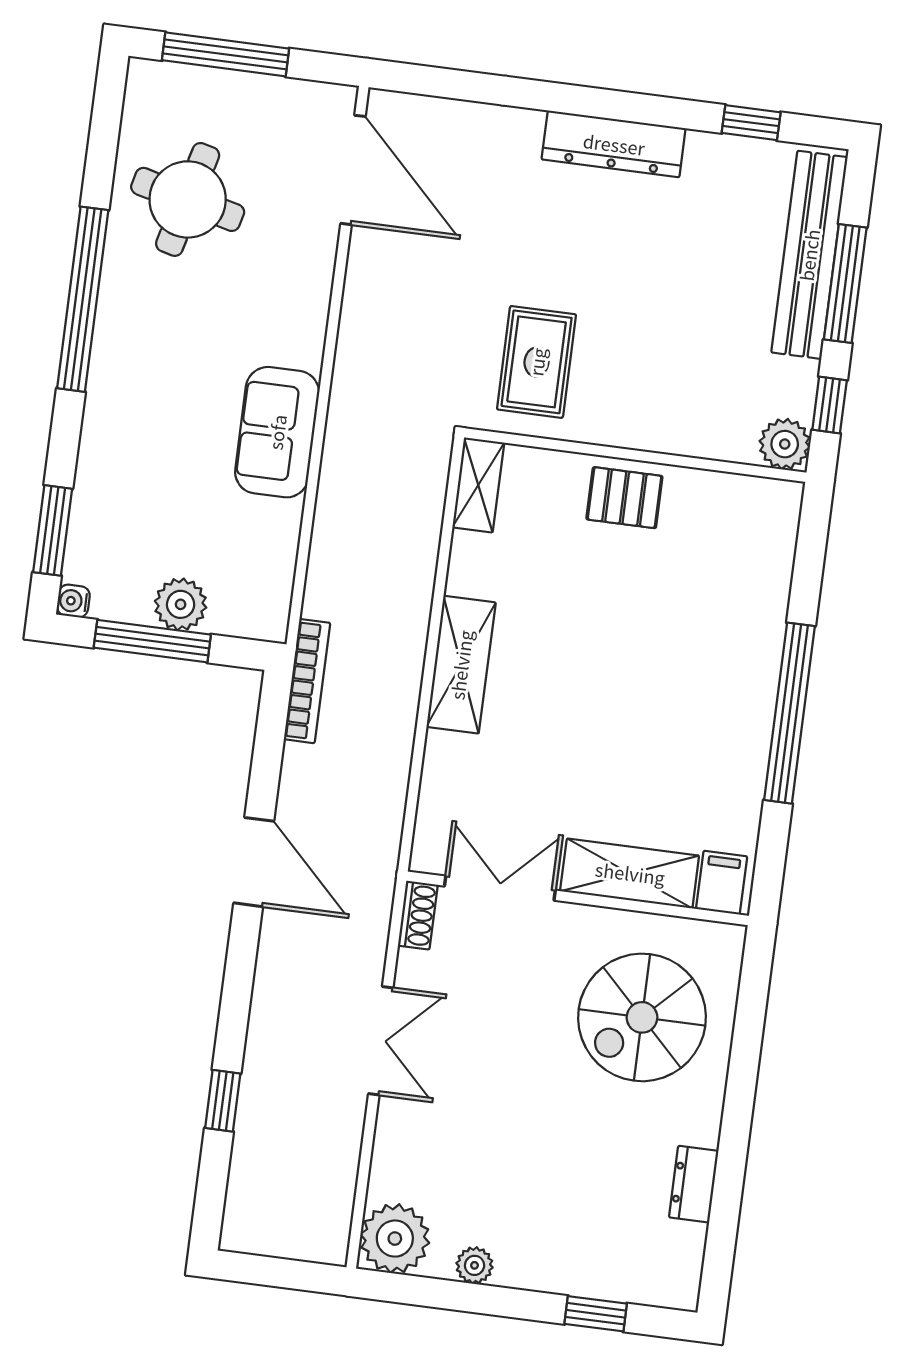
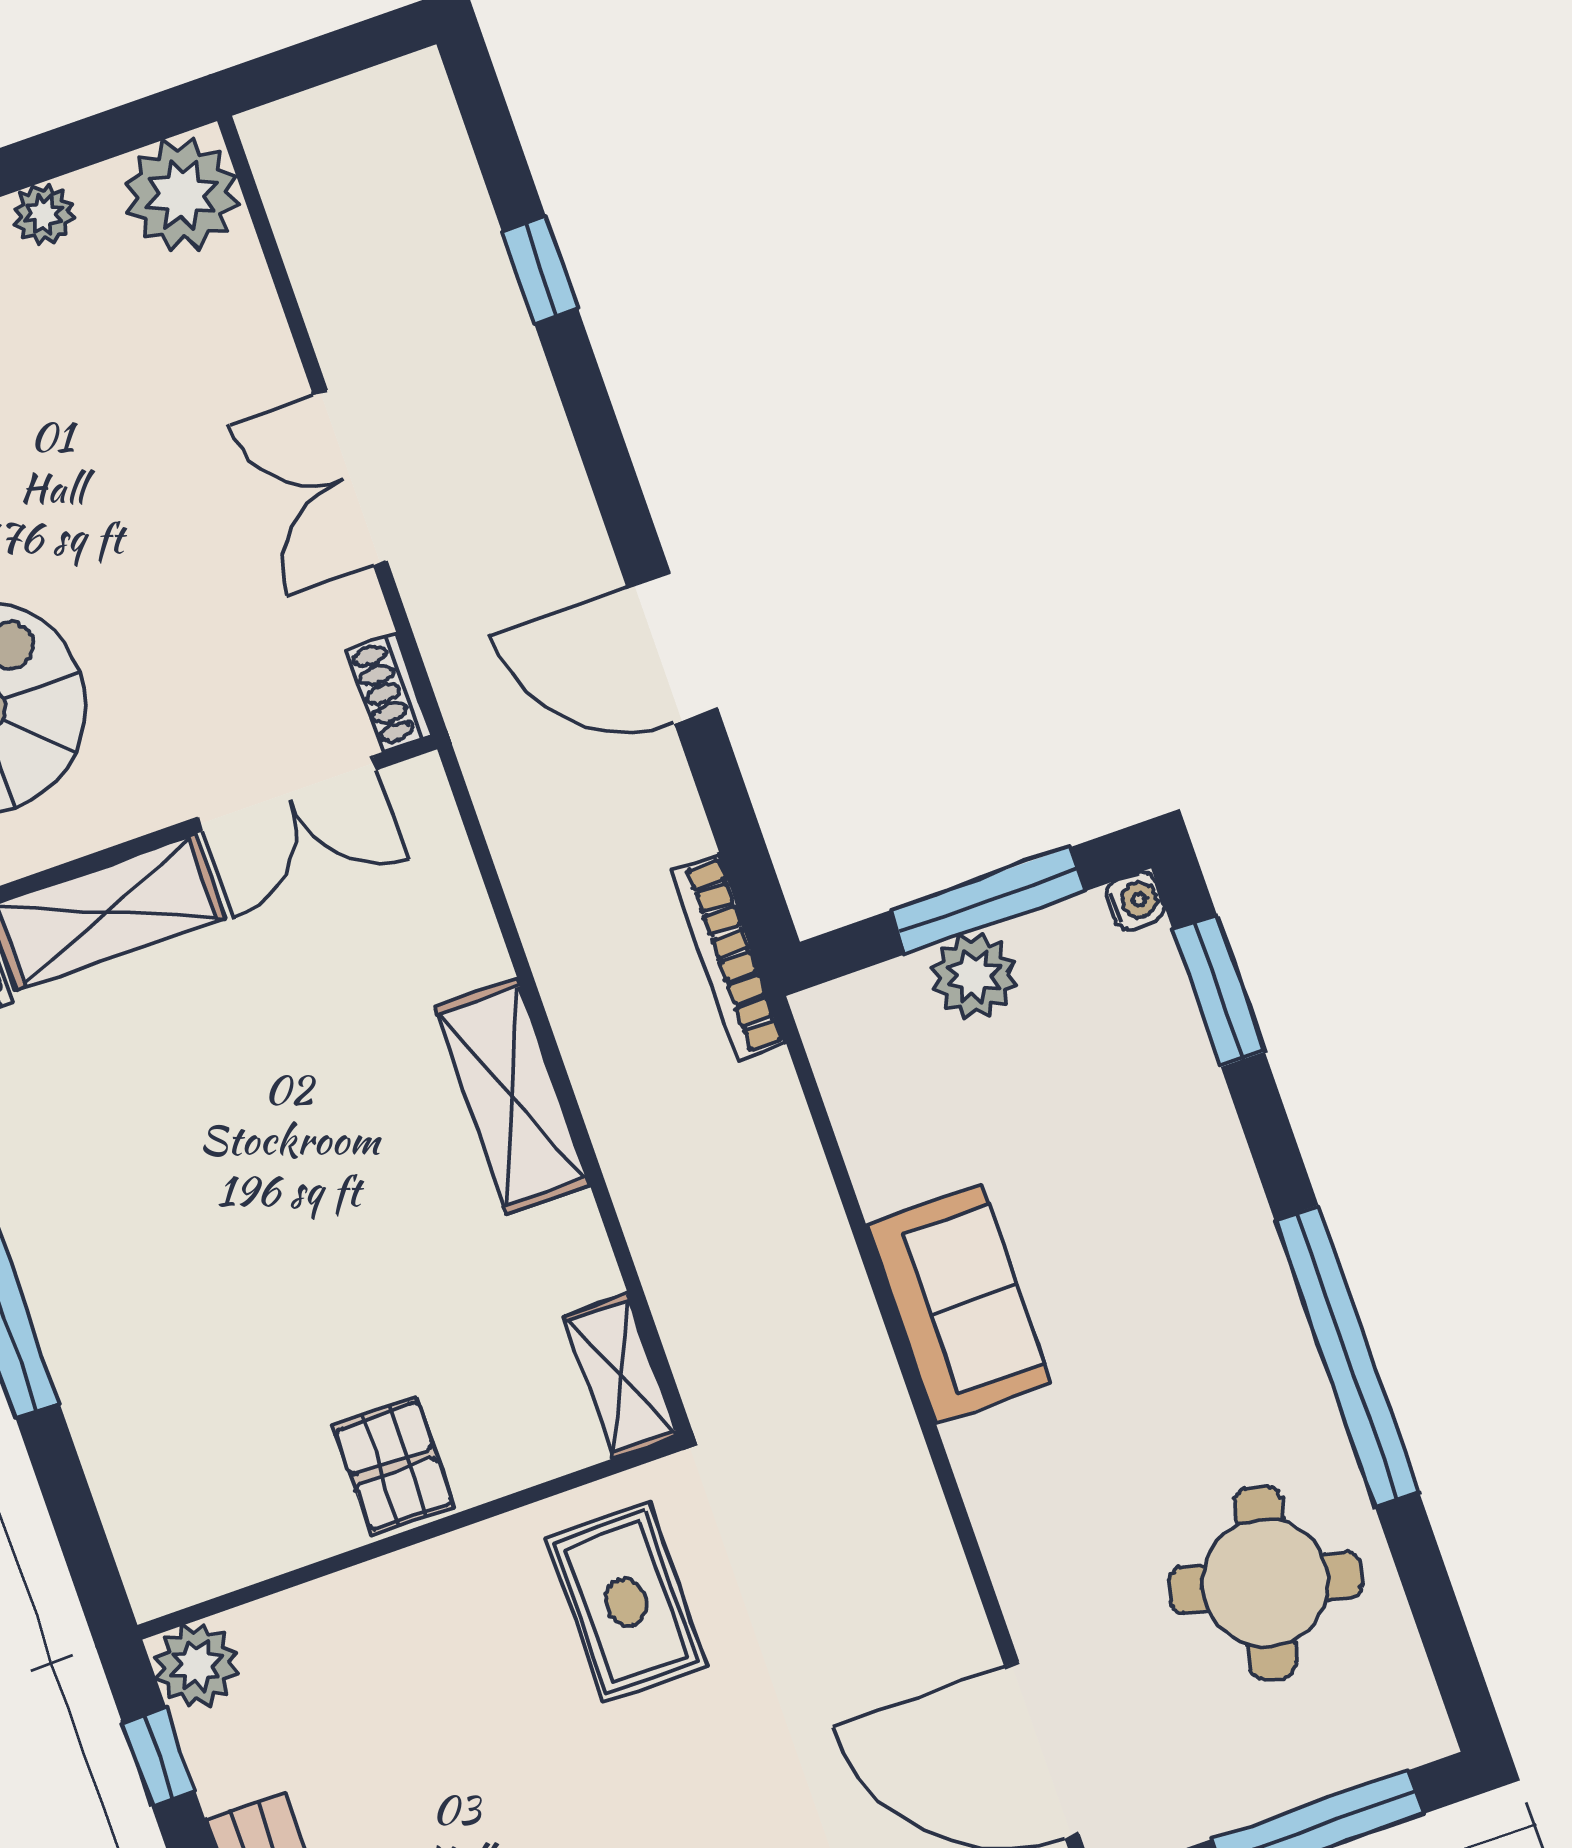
pallet: (624, 498) -> (394, 1466), turned 90

